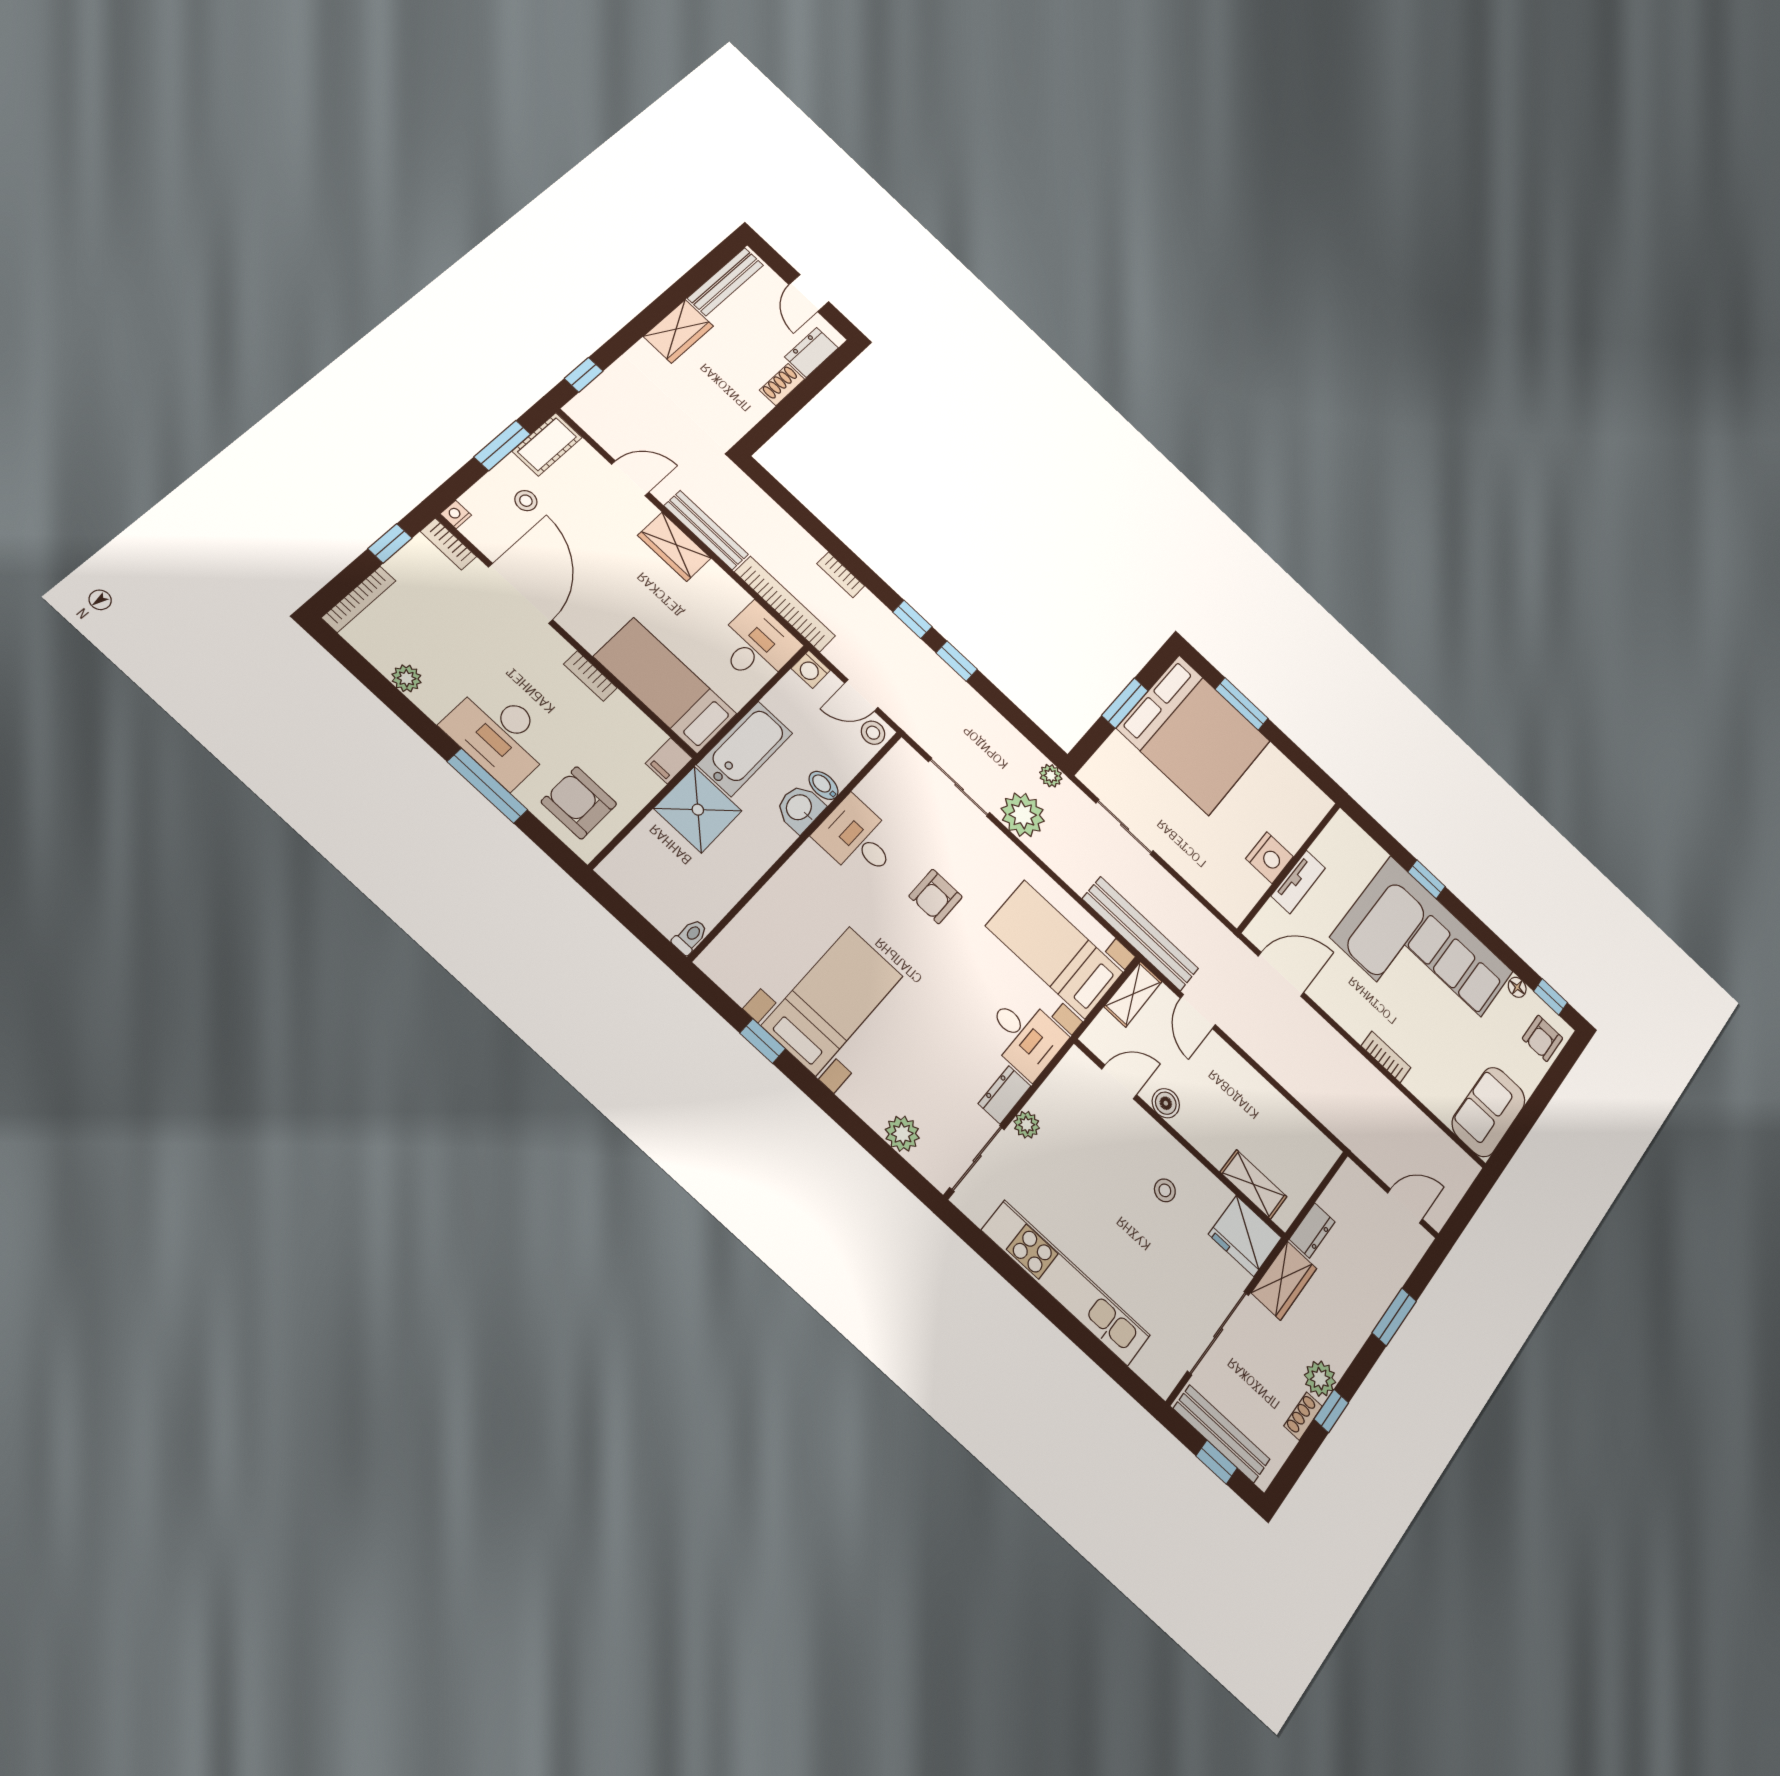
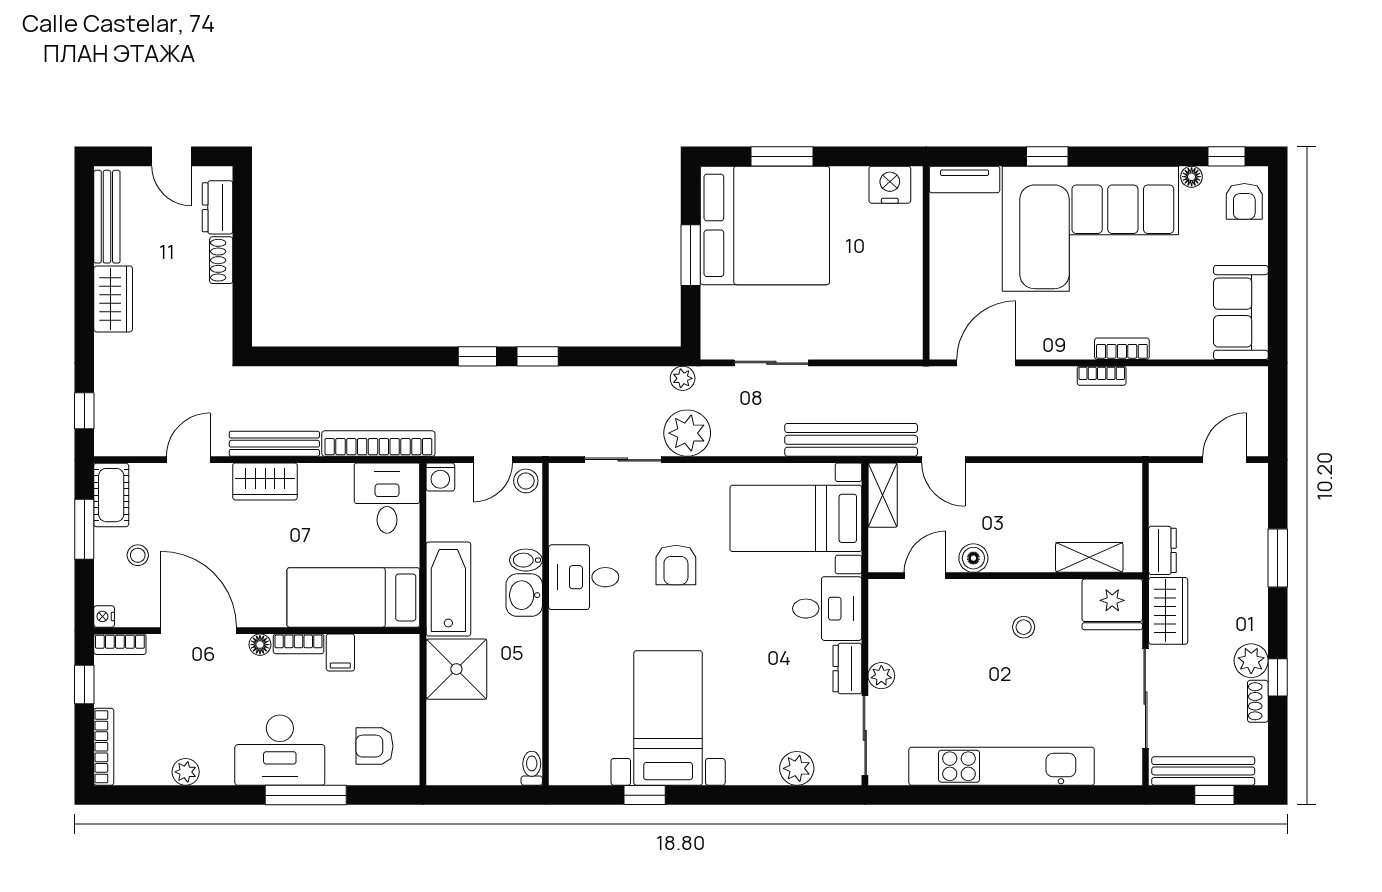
bookcase: (841, 575) -> (1102, 376), moved
floor lamp: (559, 648) -> (260, 645), added
filing cabinet: (669, 761) -> (340, 652), moved
armchair: (579, 803) -> (374, 746), width x0.72, depth x0.72
nightstand: (1269, 858) -> (890, 185), moved, turned -90
tv unit: (1298, 882) -> (965, 179), moved, turned 90

